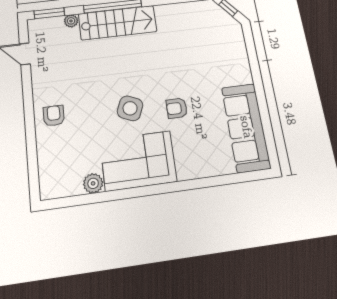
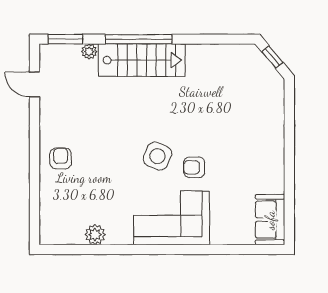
side table: (130, 108) -> (157, 156), moved
sofa: (246, 127) -> (270, 220), width x0.54, depth x0.79
corner sofa: (138, 161) -> (172, 218), moved

